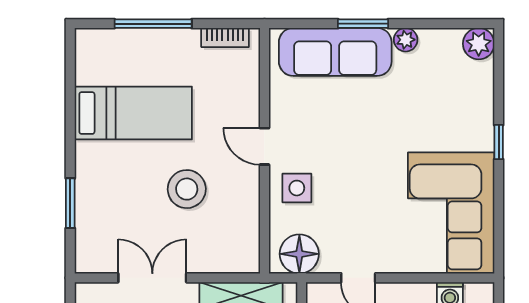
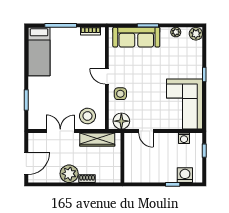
plant: (406, 40) -> (176, 32), moved
bed: (133, 113) -> (39, 52), moved, turned 90
stool: (187, 189) -> (87, 116), moved

